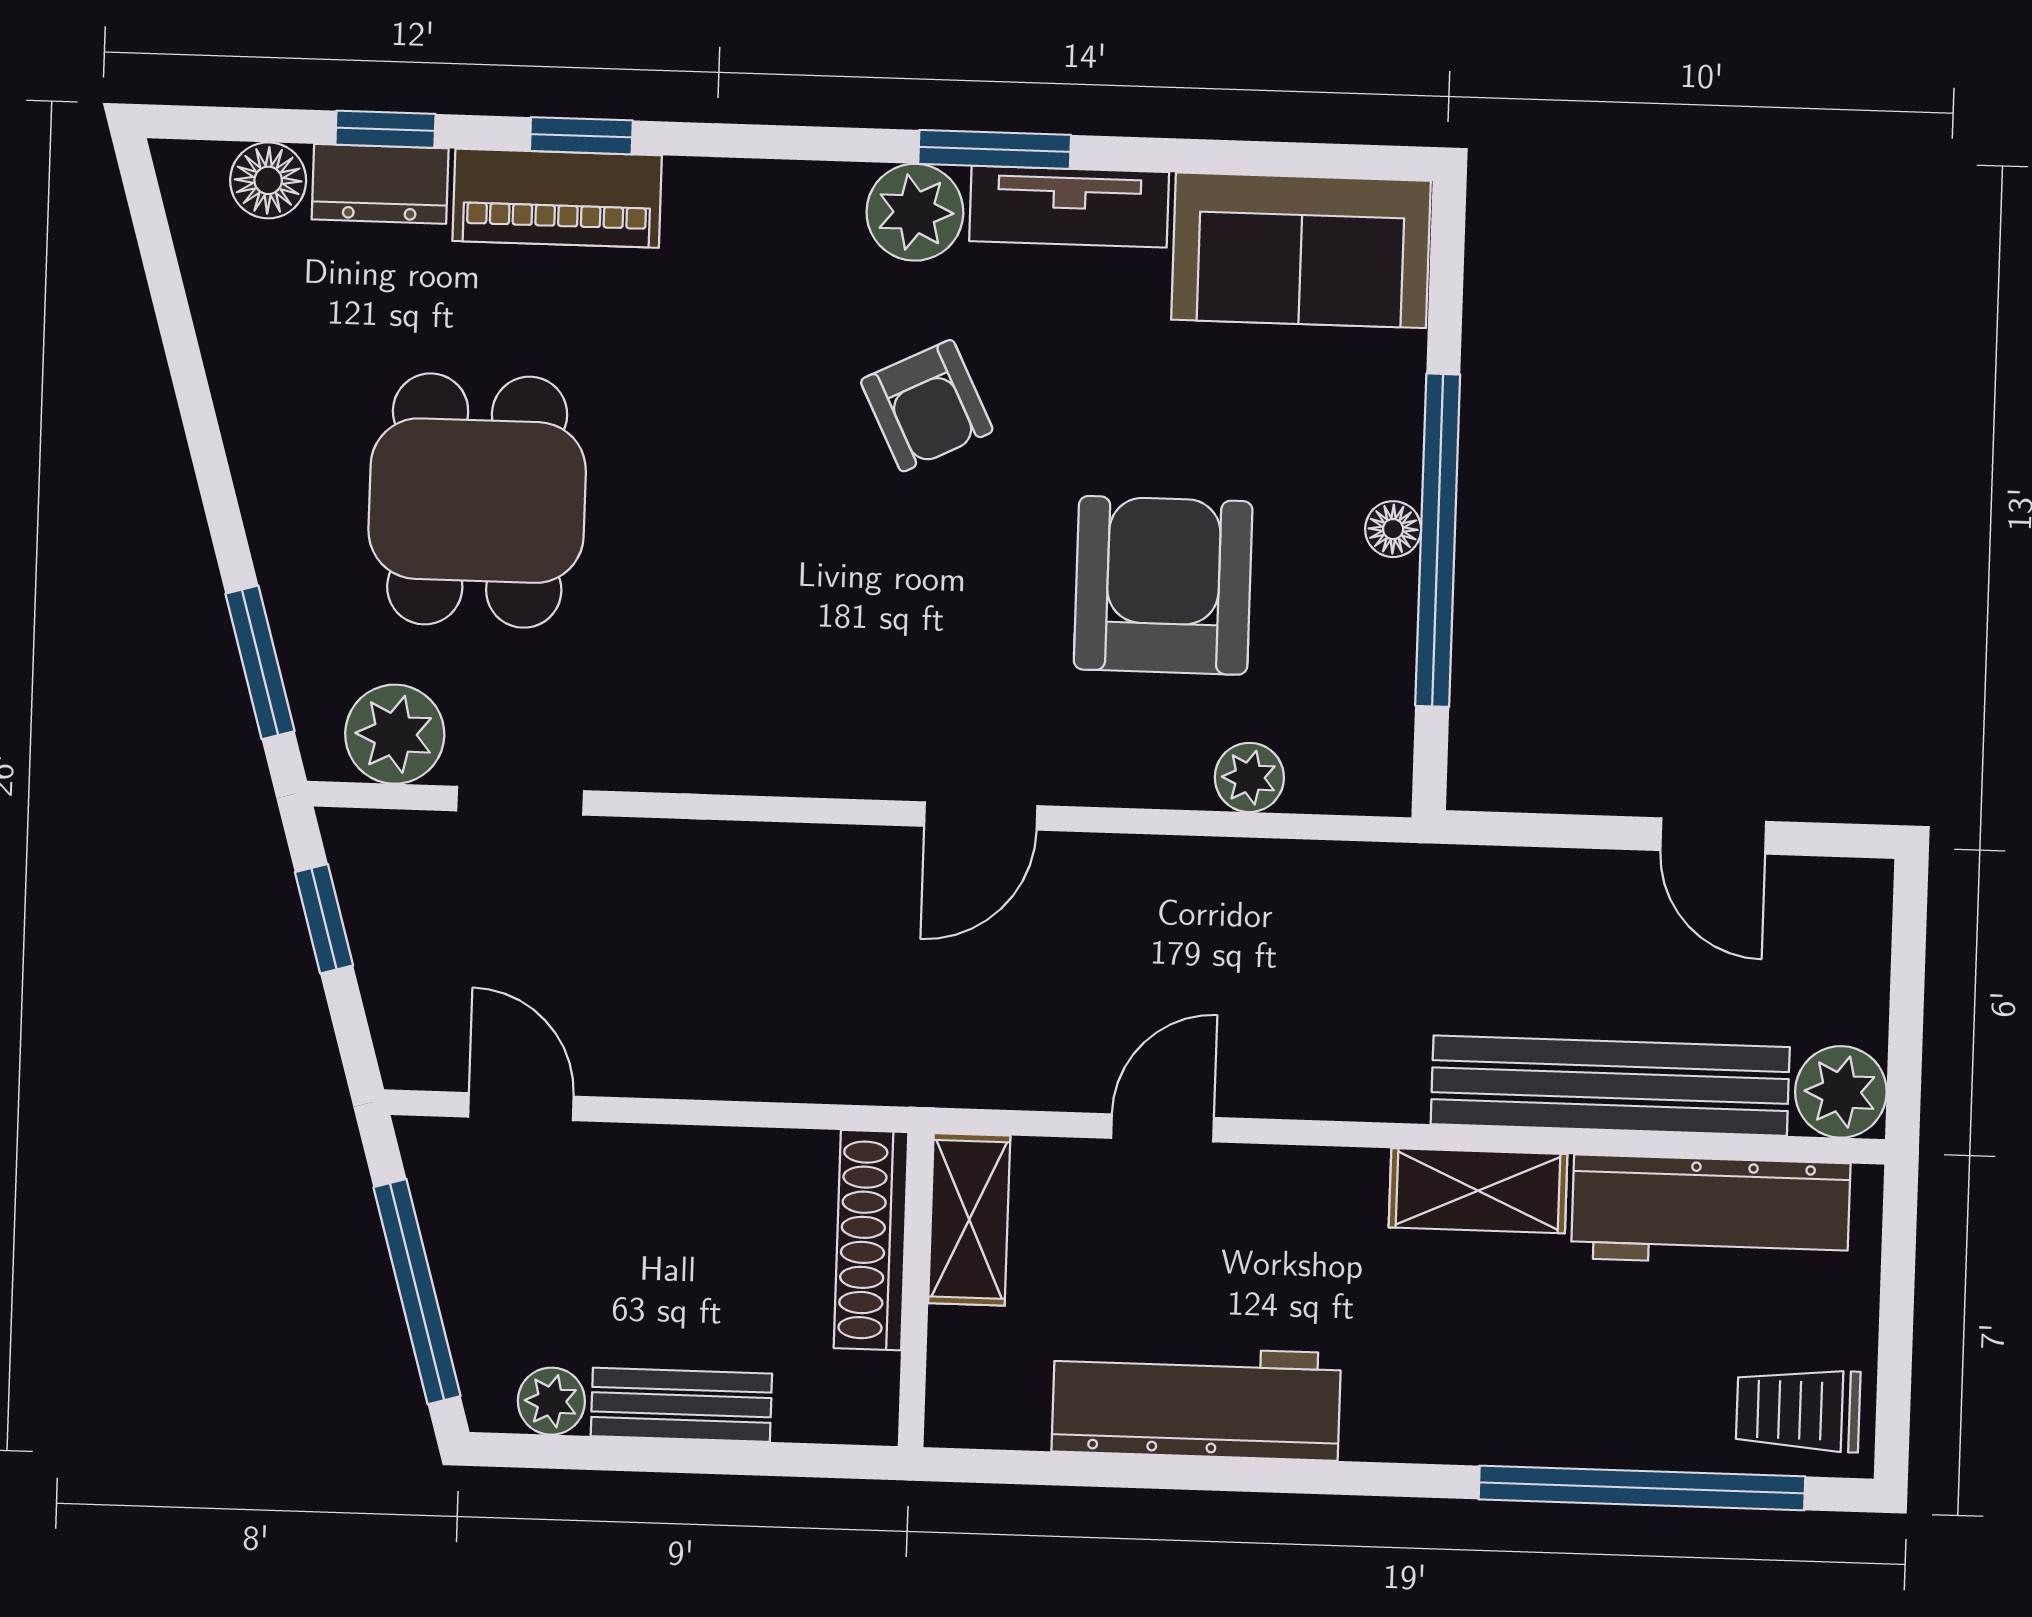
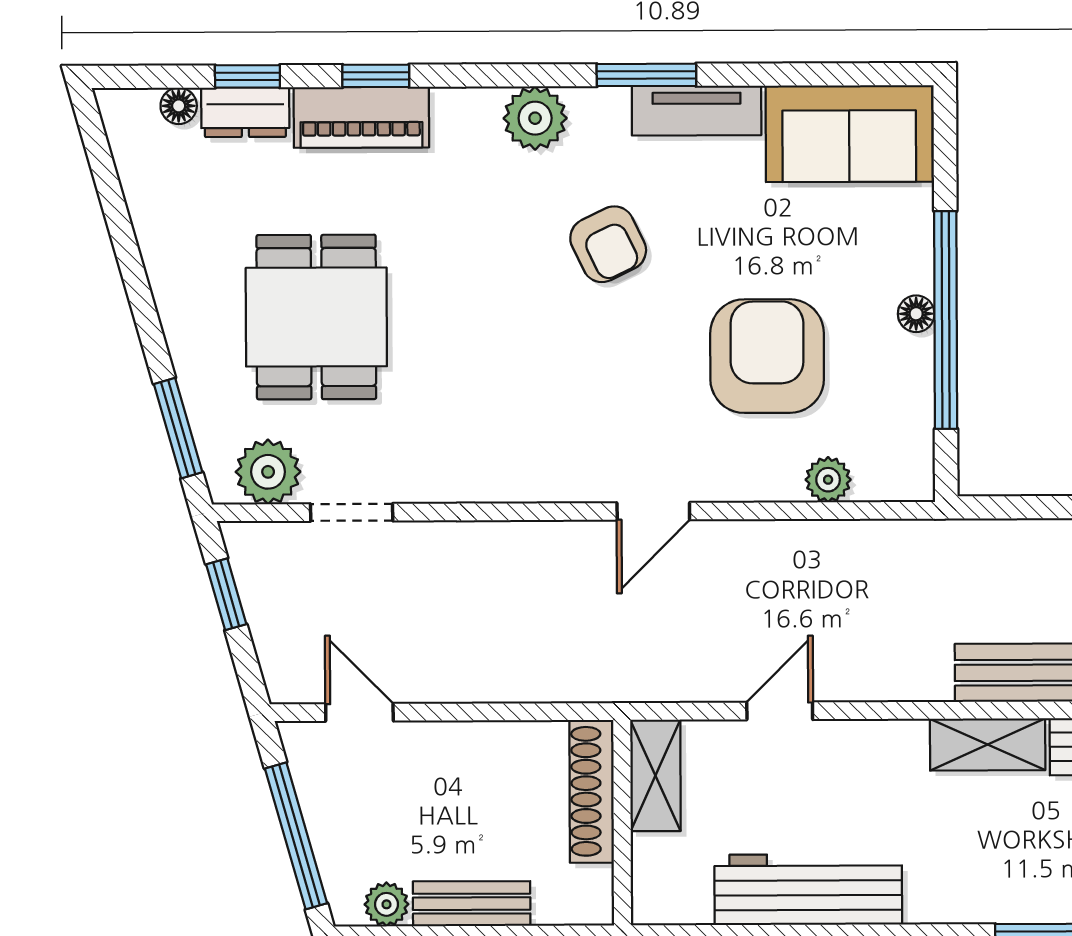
floor lamp: (268, 180) -> (179, 106), width x0.73, depth x0.73
plant: (915, 212) -> (535, 118), moved

